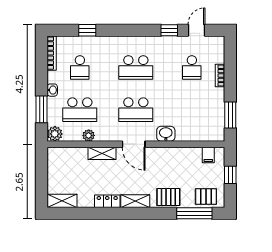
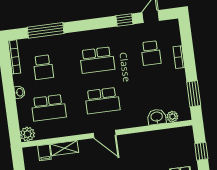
window: (87, 30) -> (46, 30), width x2.17
window: (42, 109) -> (12, 112), removed
washbasin: (166, 134) -> (157, 117), moved
plant: (89, 135) -> (172, 117), moved
shelving: (102, 153) -> (64, 148), moved
filing cabinet: (208, 155) -> (44, 153), moved

